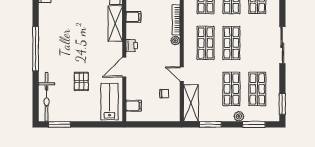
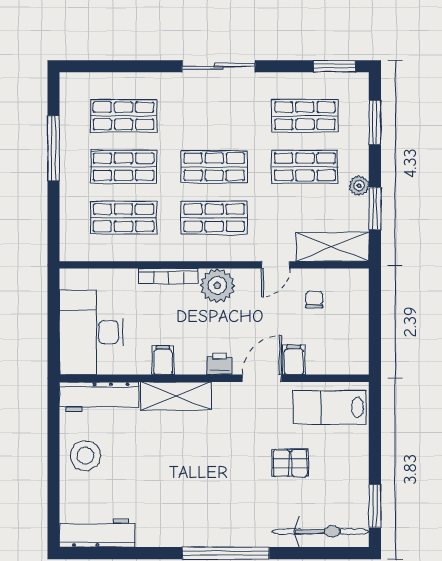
plant: (175, 41) -> (217, 285), width x1.88, depth x1.88
door: (124, 67) -> (262, 378), swing flipped
filing cabinet: (134, 106) -> (294, 360), moved
plant: (239, 116) -> (359, 186), moved

